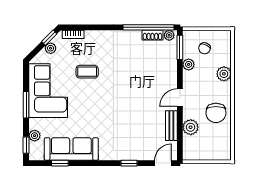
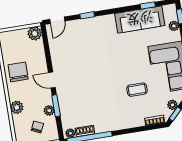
window: (180, 47) -> (56, 106), moved
door: (180, 98) -> (52, 80), swing flipped
bench: (171, 126) -> (55, 54), removed
plant: (191, 127) -> (35, 33), moved

